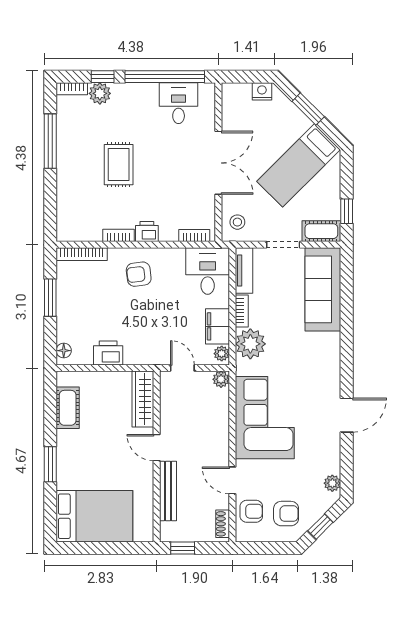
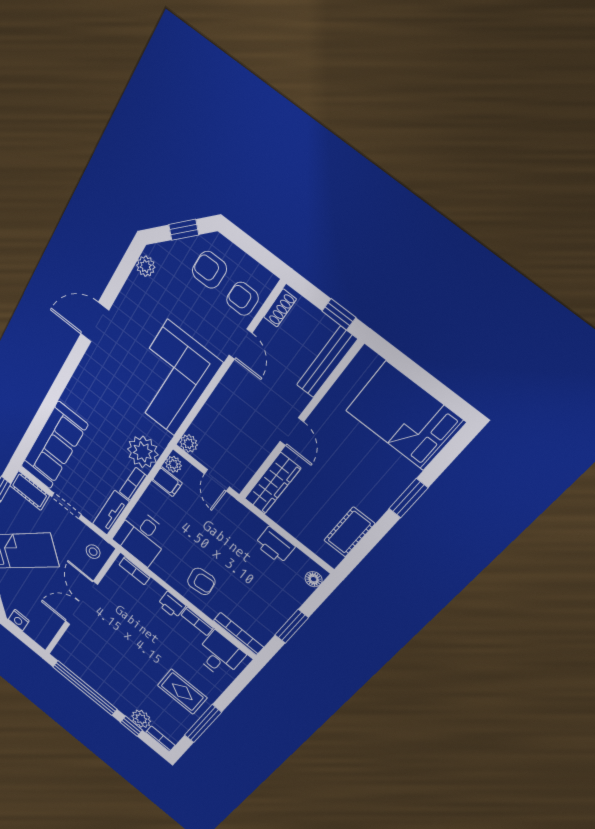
desk: (179, 103) -> (220, 655), moved, turned 180
rug: (119, 165) -> (182, 692), moved, turned 90
filing cabinet: (217, 326) -> (167, 482), width x0.50
bench: (168, 491) -> (327, 362), moved

